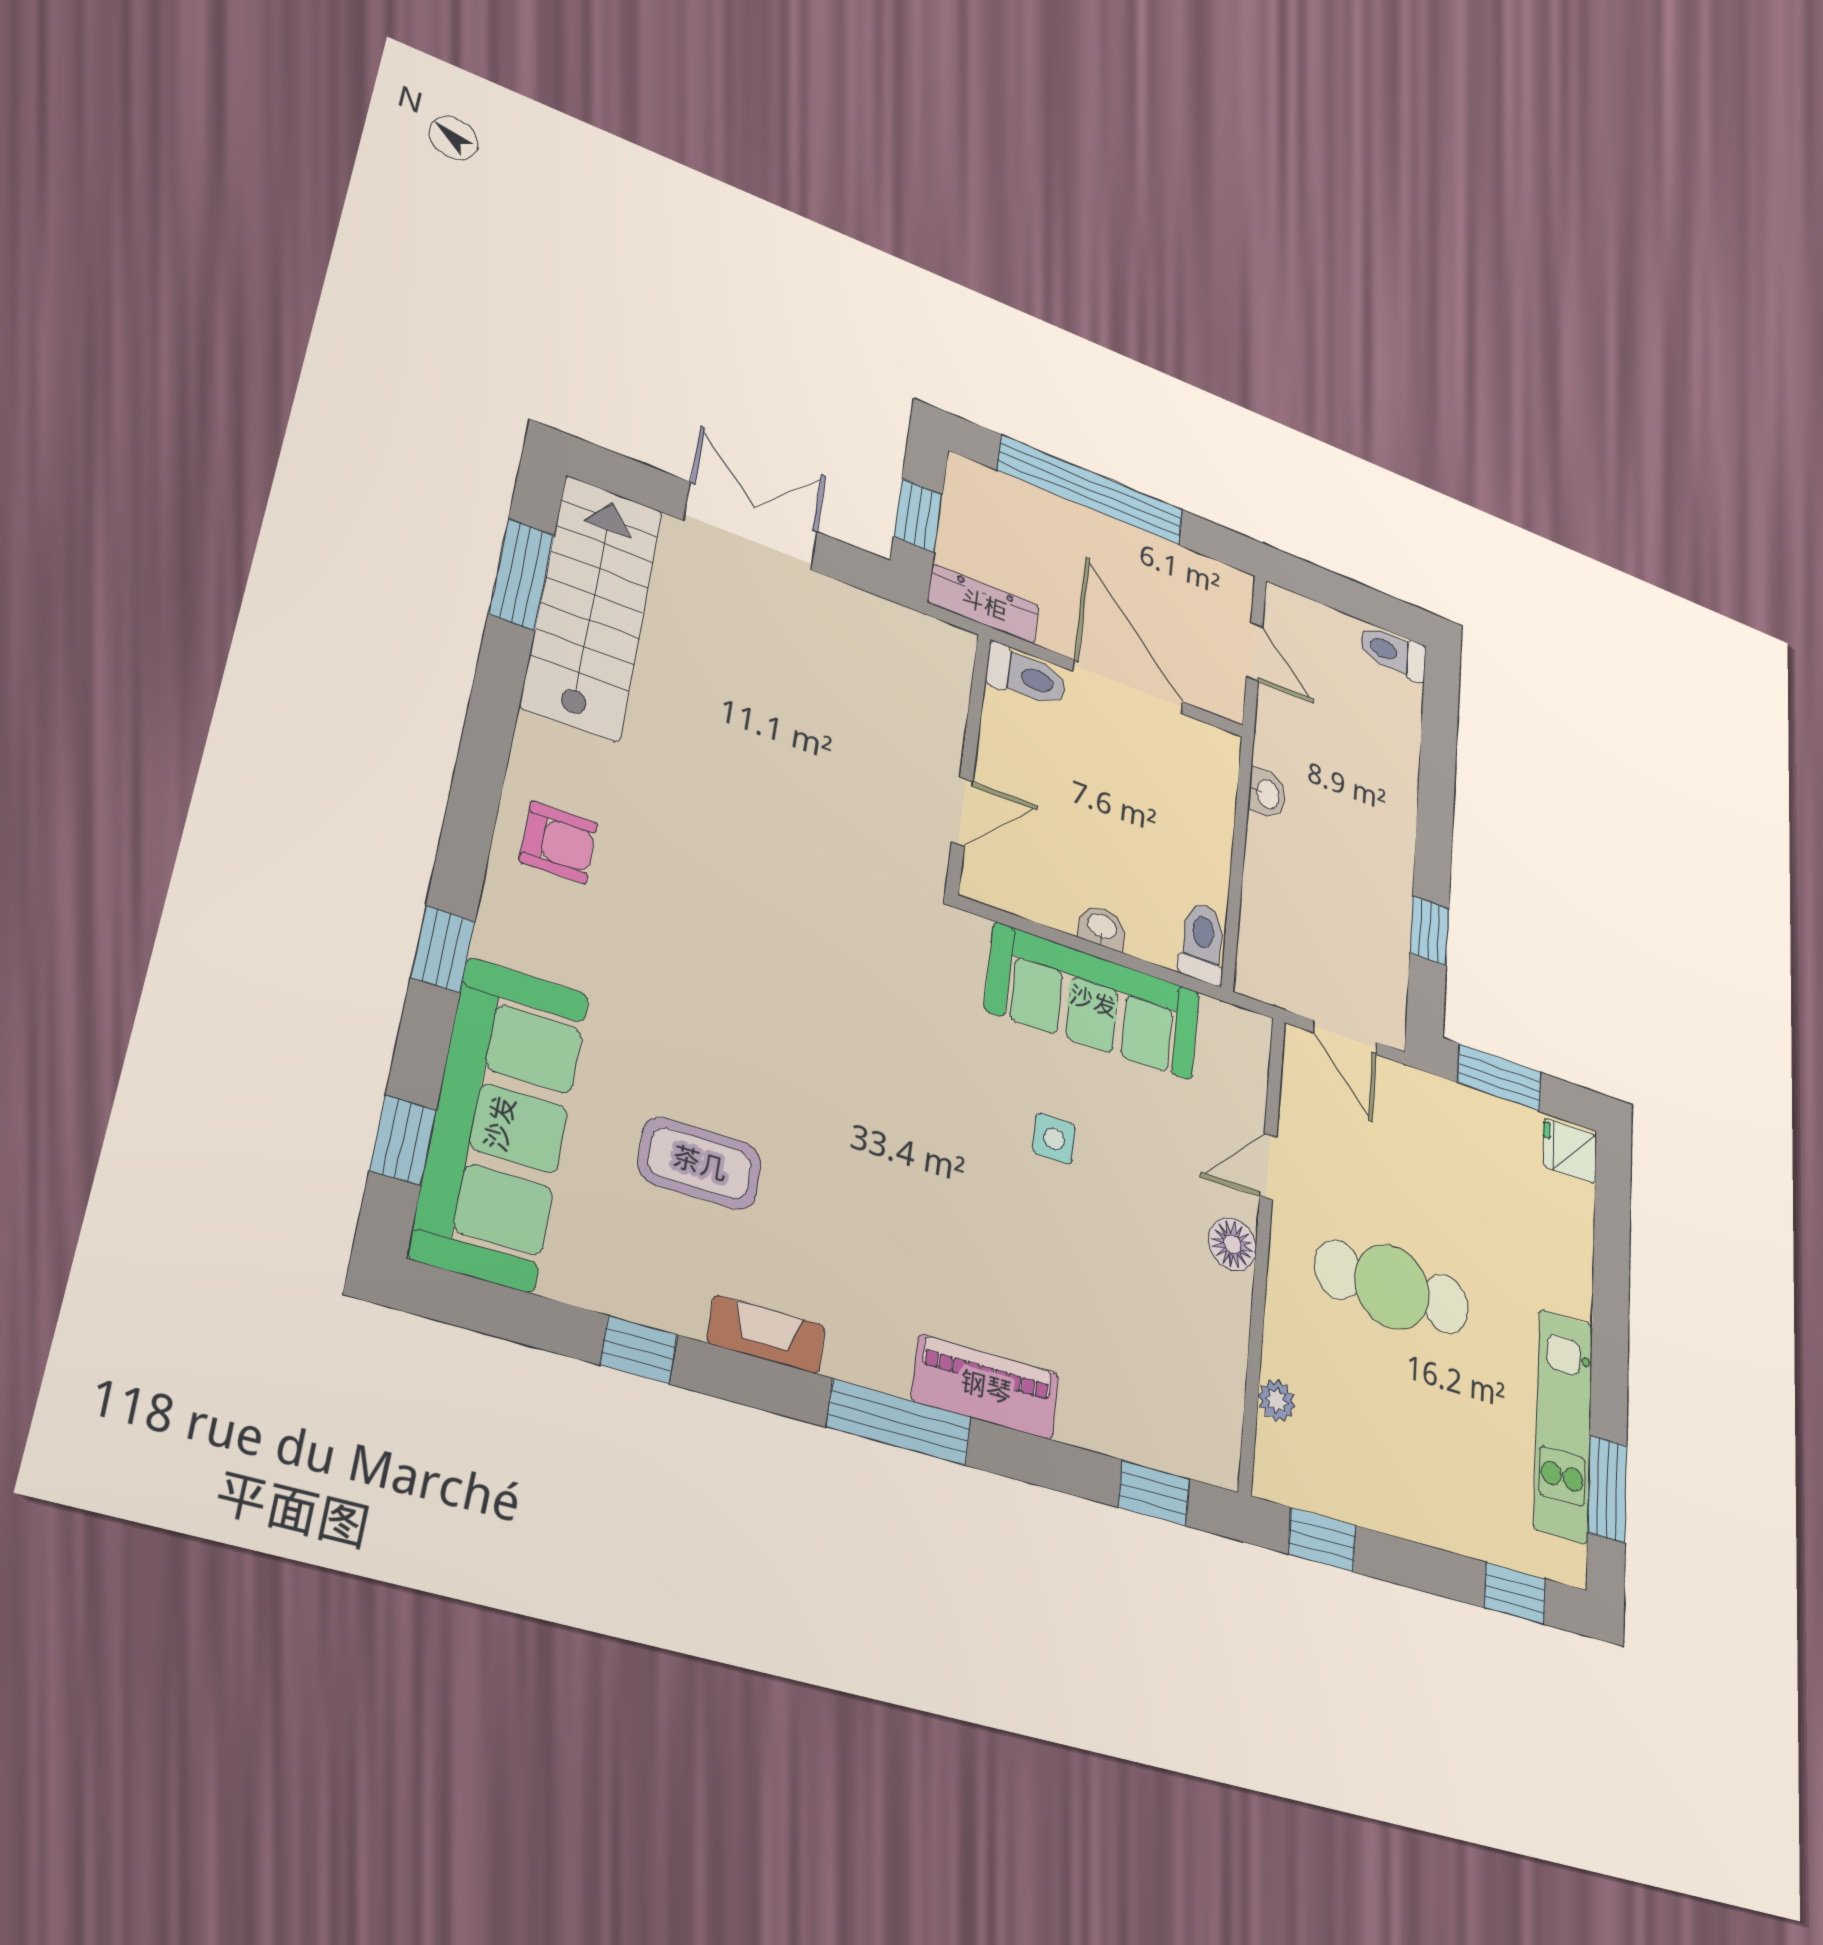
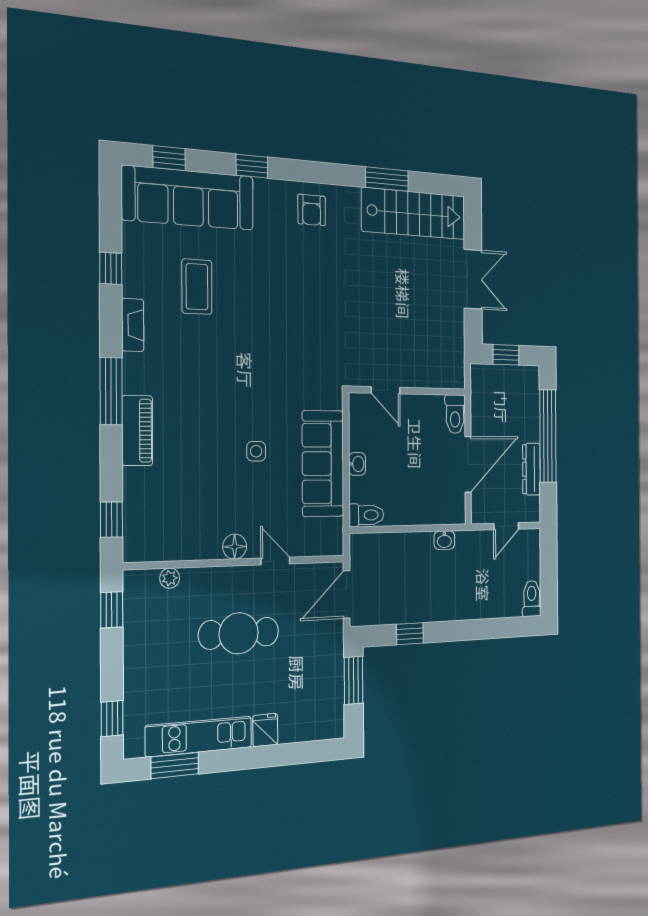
window: (521, 574) -> (387, 179), moved
dresser: (984, 604) -> (531, 469), moved, turned 180
door: (1345, 1037) -> (347, 594), width x1.38
fridge: (1570, 1151) -> (265, 730), moved
cafe table: (1392, 1287) -> (239, 633), turned 90

